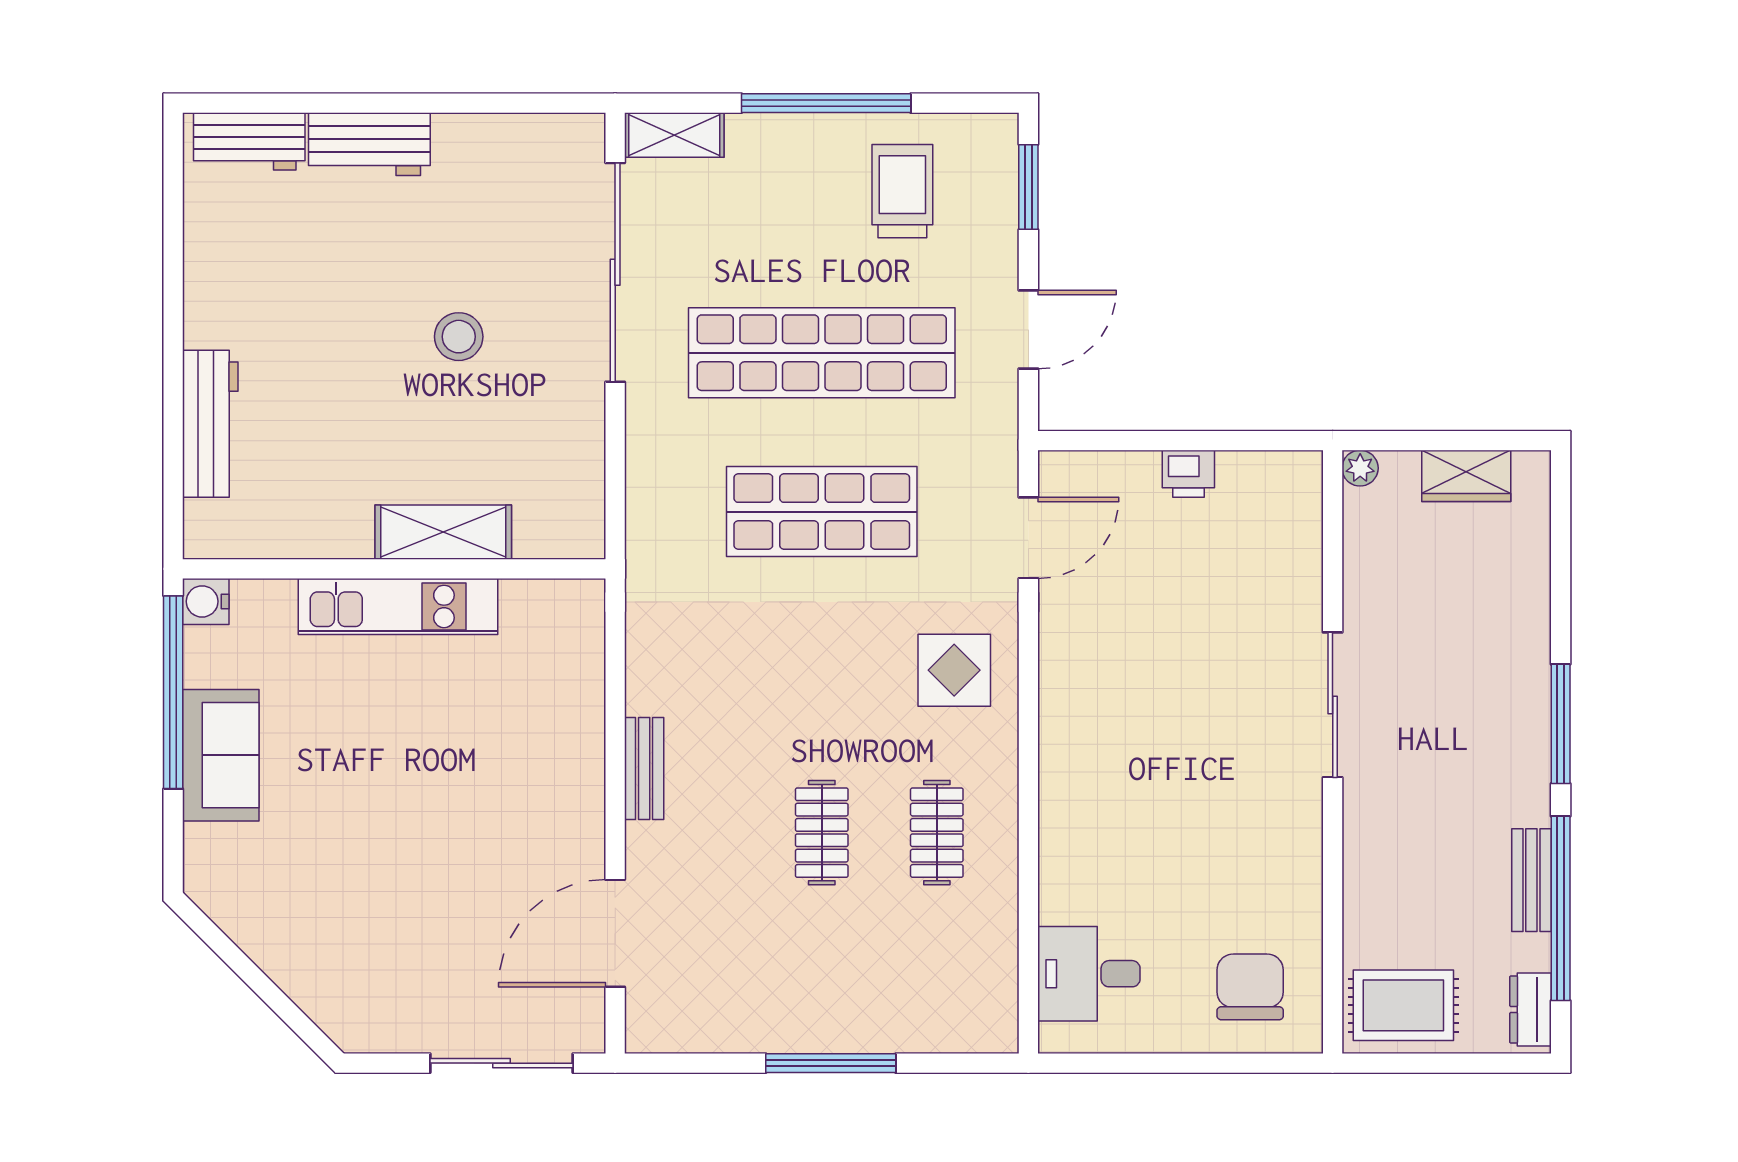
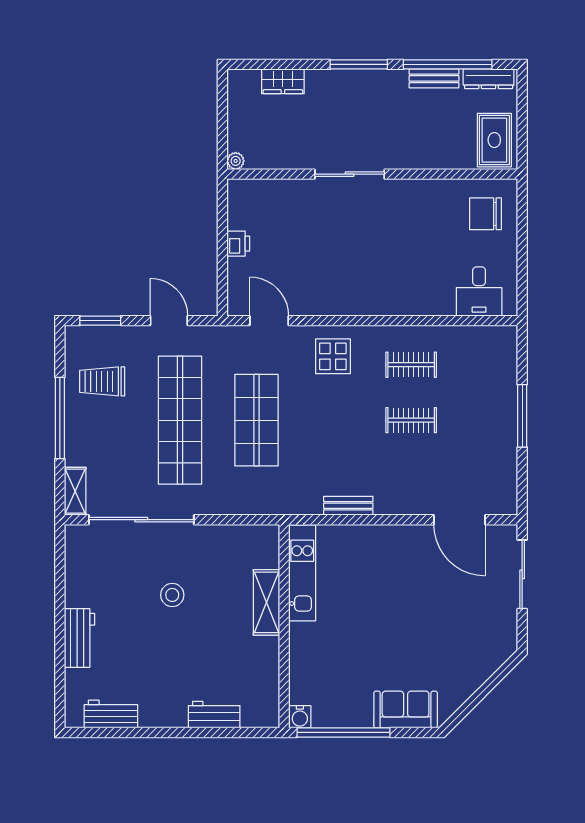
workbench: (249, 141) -> (111, 714), moved, turned -90
workbench: (210, 424) -> (214, 715), width x0.73
wardrobe: (1466, 476) -> (283, 81), moved, turned 90
kitchen unit: (398, 606) -> (302, 573), moved
sofa: (221, 755) -> (406, 710), moved
bench: (644, 769) -> (348, 506), moved
dresser: (1531, 1009) -> (489, 79), width x1.44

